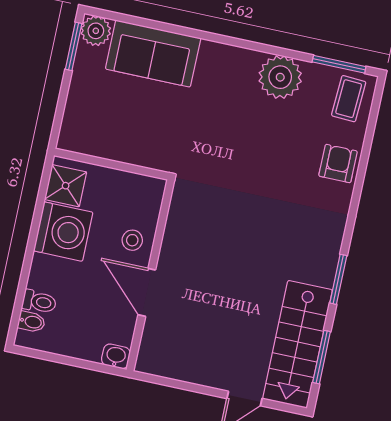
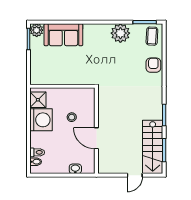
wall: (150, 275) -> (96, 131), moved
door: (147, 292) -> (96, 138), moved

